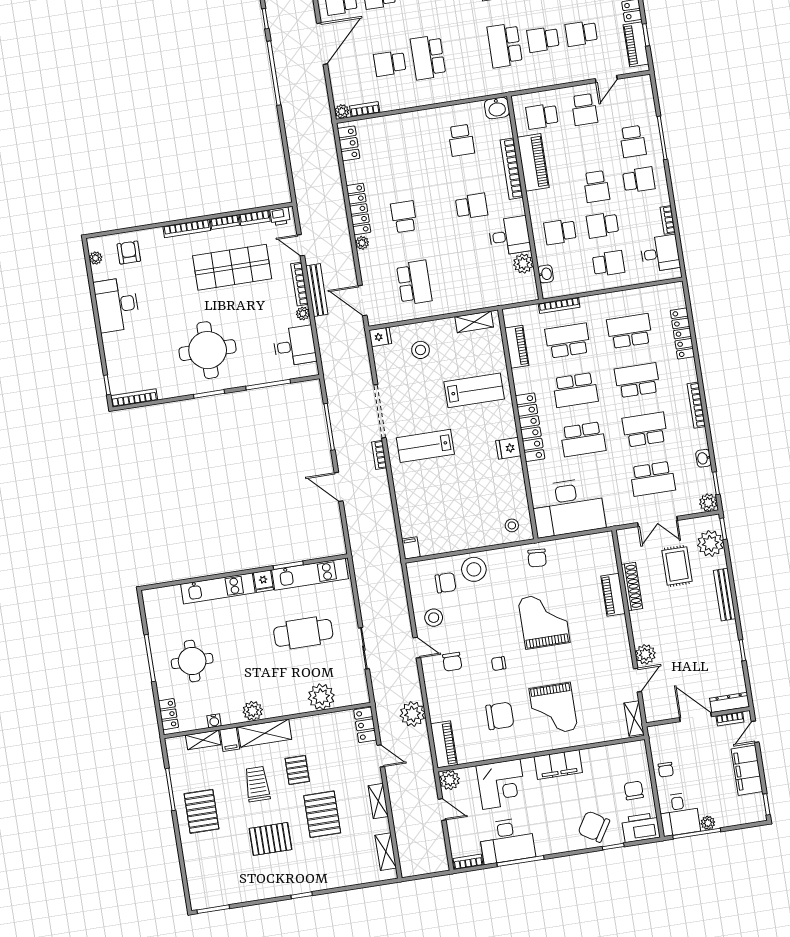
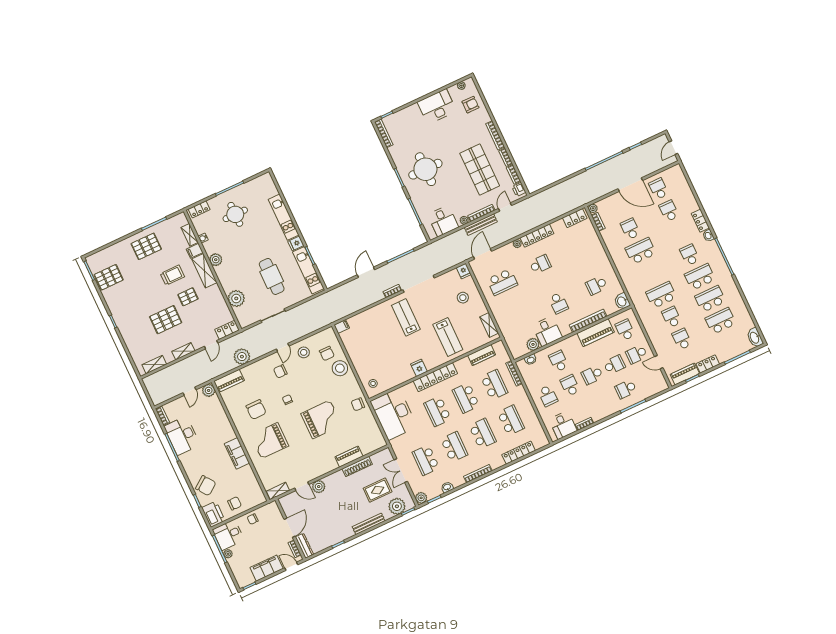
school desk: (639, 180) -> (614, 365), moved, turned -90
corner desk: (501, 784) -> (215, 422), removed
chair: (594, 827) -> (206, 486), turned 112
pallet: (270, 839) -> (109, 277), moved, turned 90

